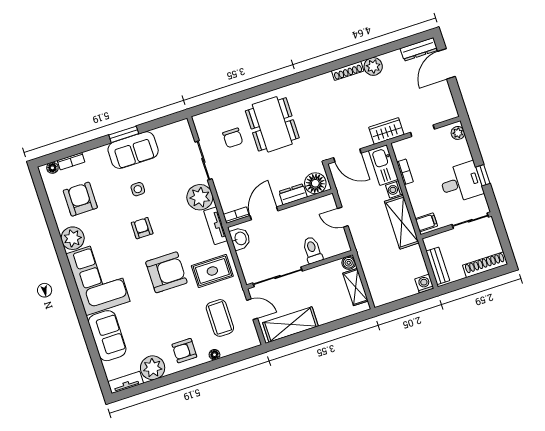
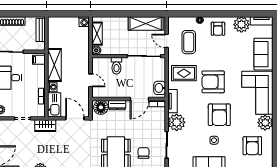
armchair: (142, 228) -> (219, 115), width x1.88, depth x1.88
washing machine: (424, 284) -> (84, 22), moved
armchair: (184, 351) -> (218, 29), turned 90

